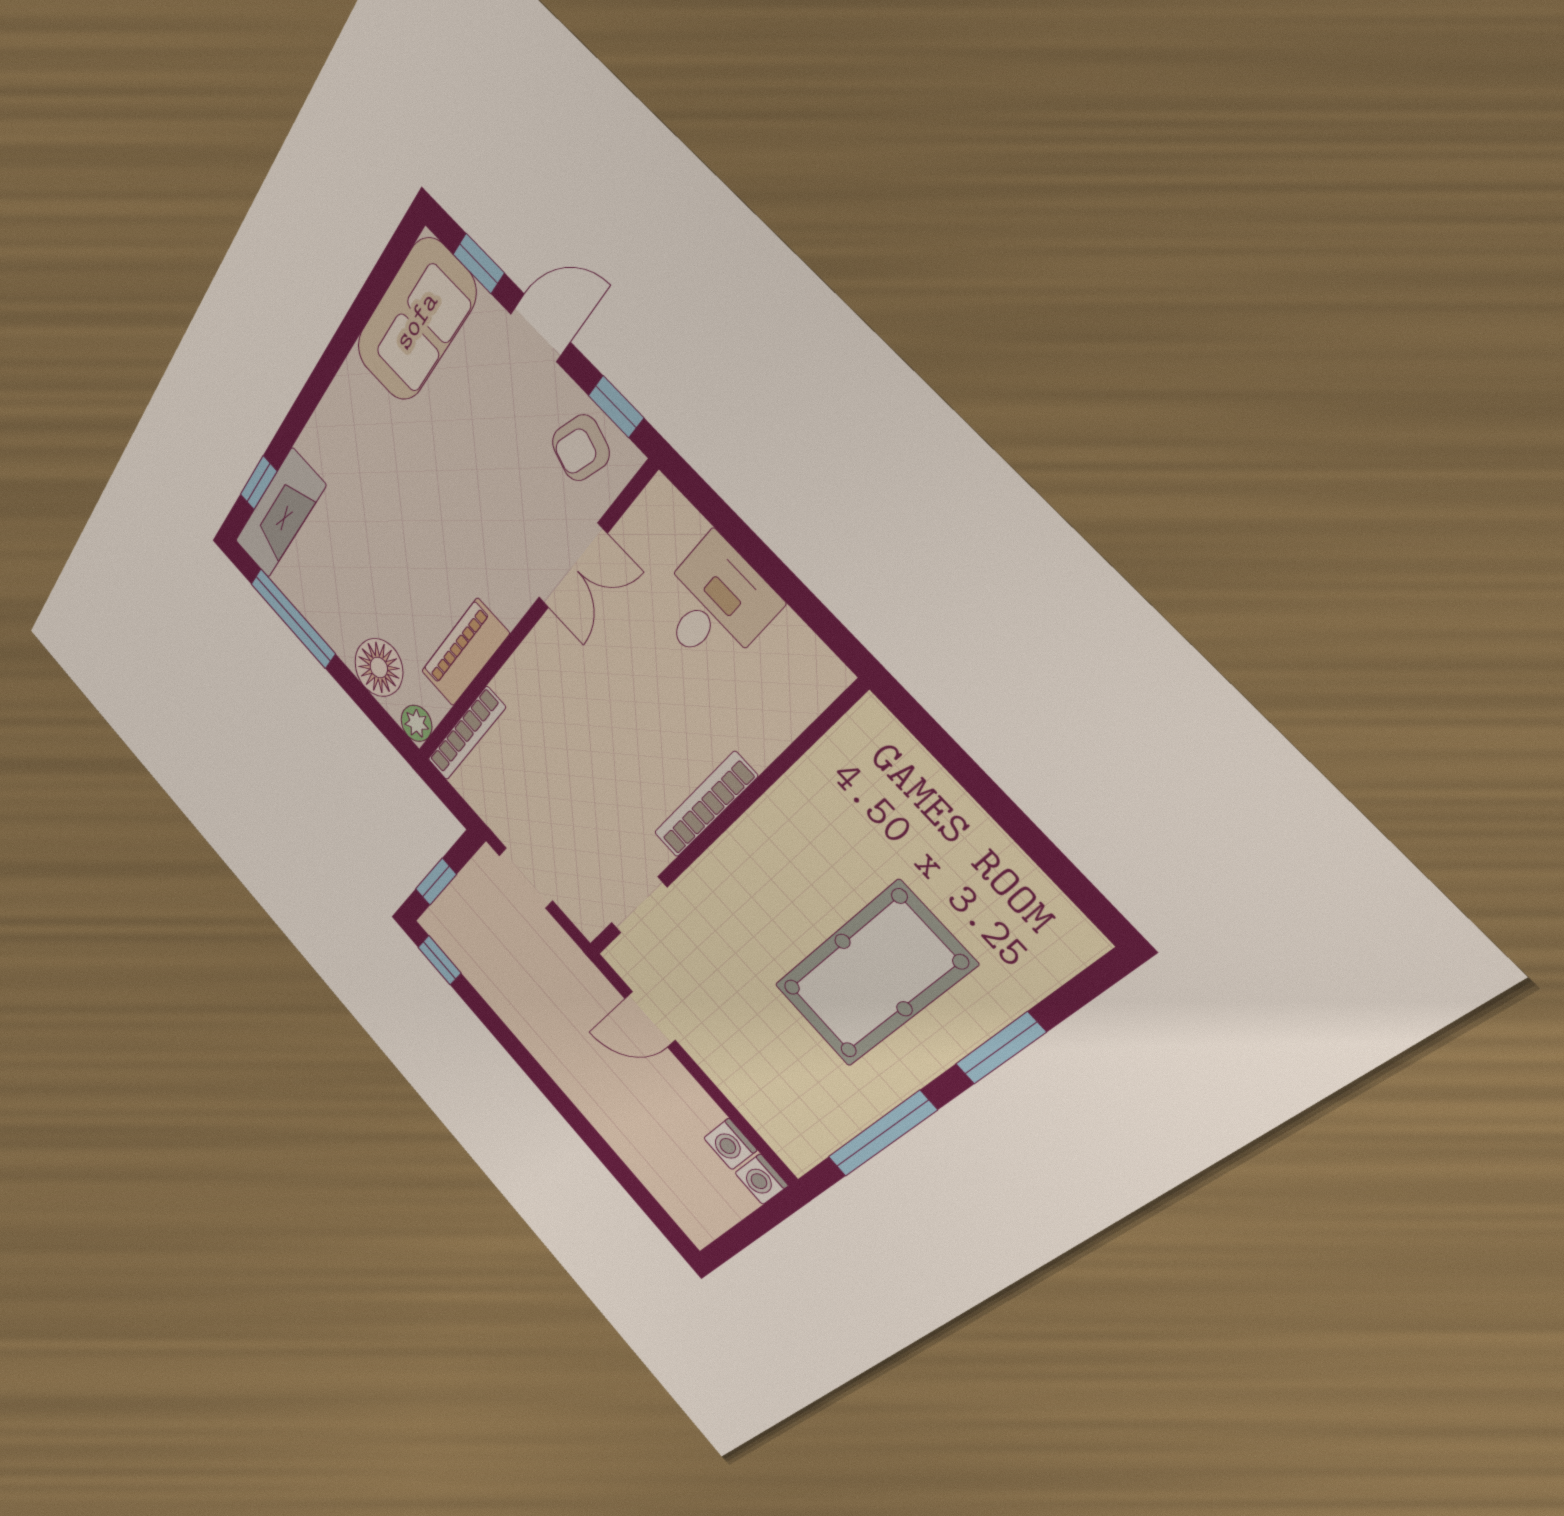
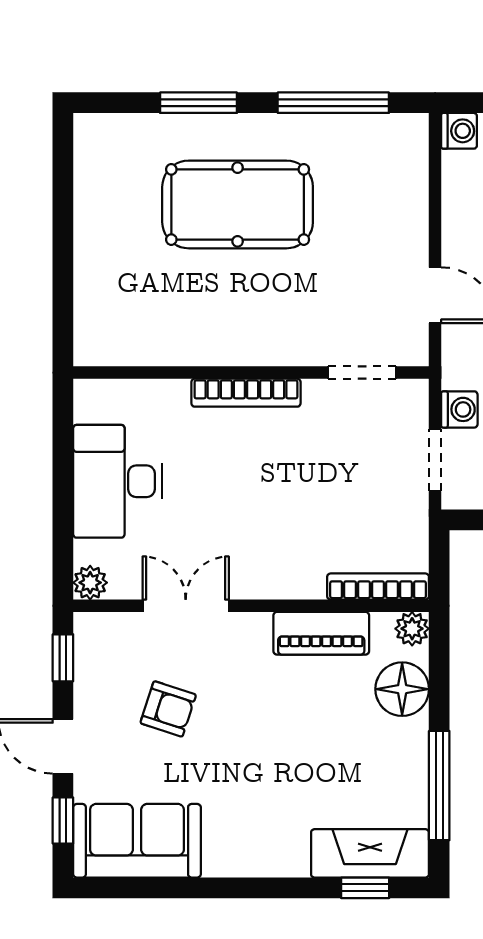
armchair: (581, 448) -> (168, 709), moved
plant: (661, 501) -> (90, 583), added
desk: (715, 605) -> (118, 481), width x1.37
washing machine: (730, 1144) -> (459, 409), moved

